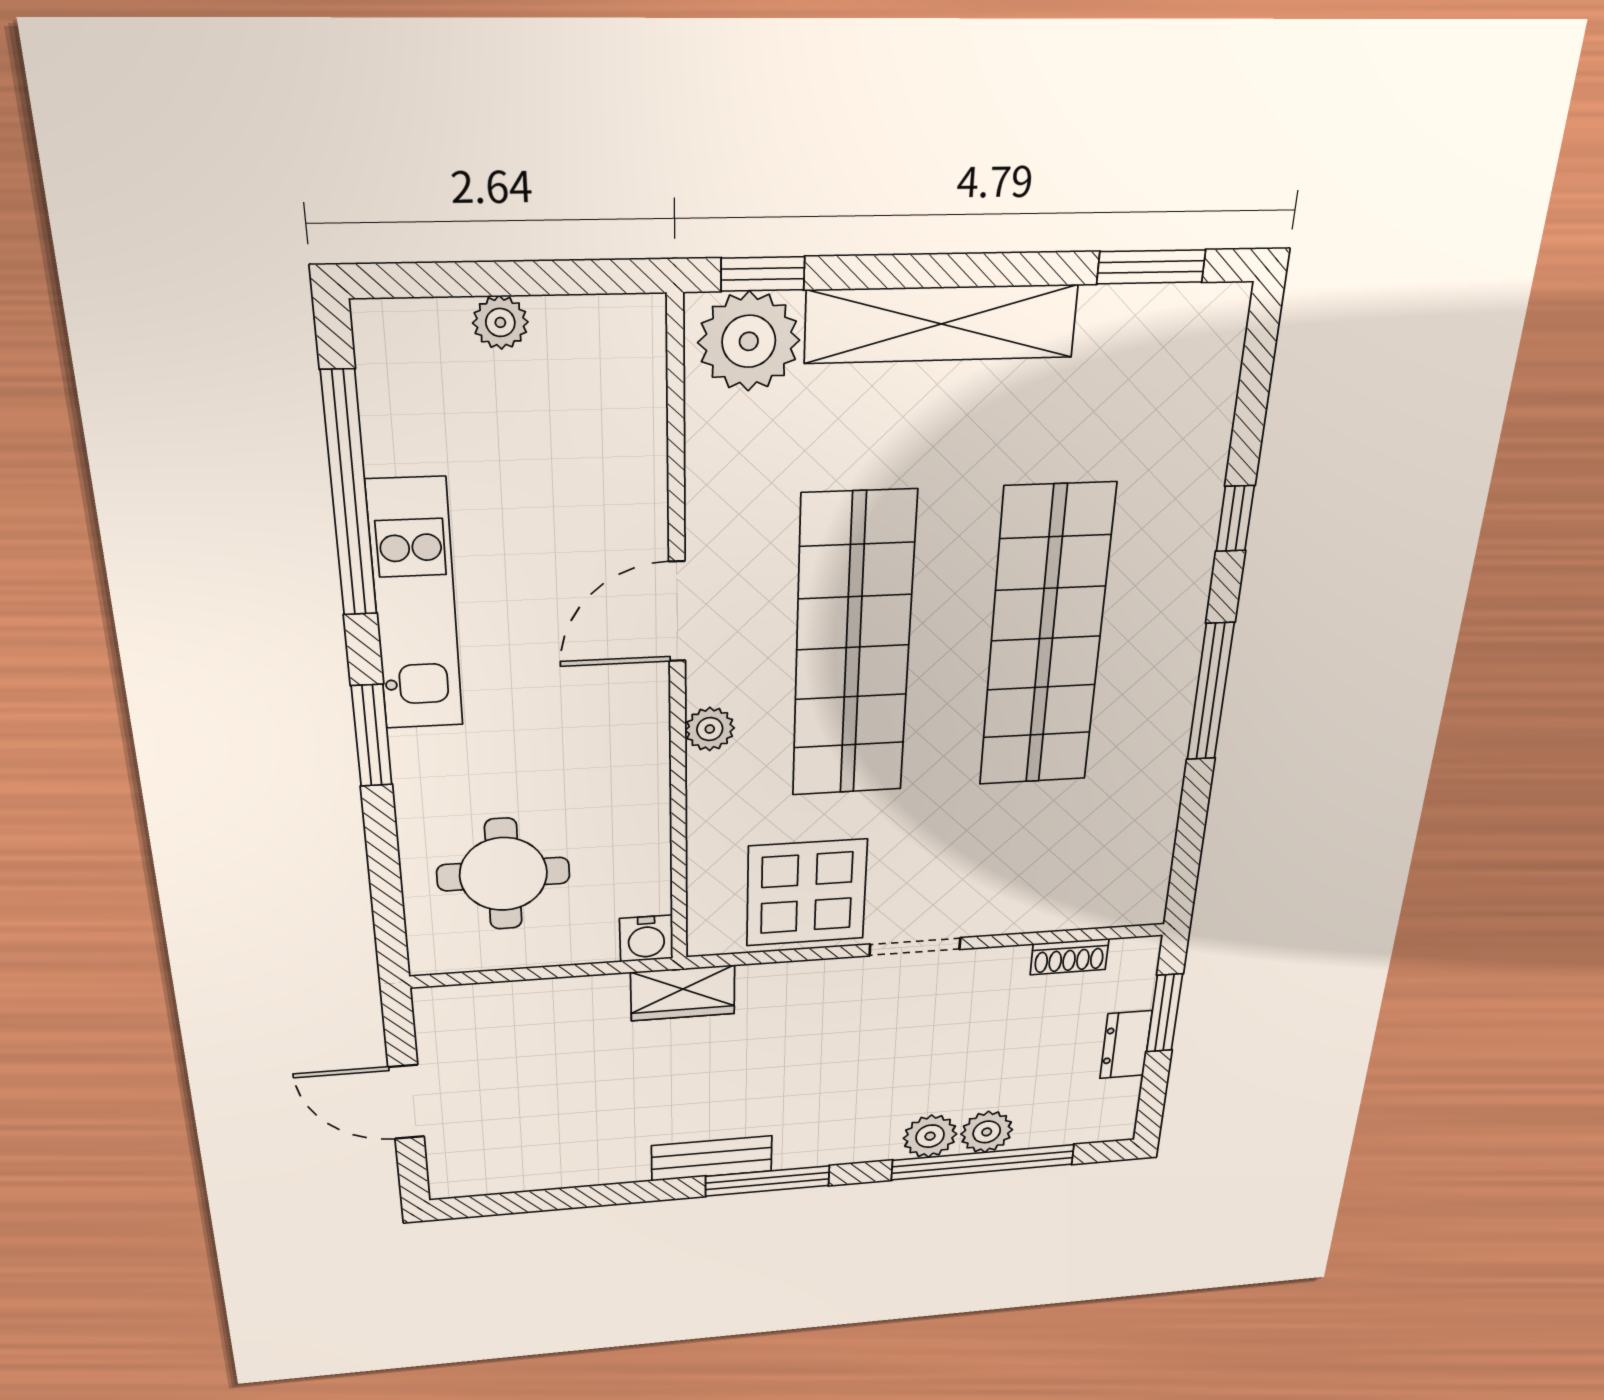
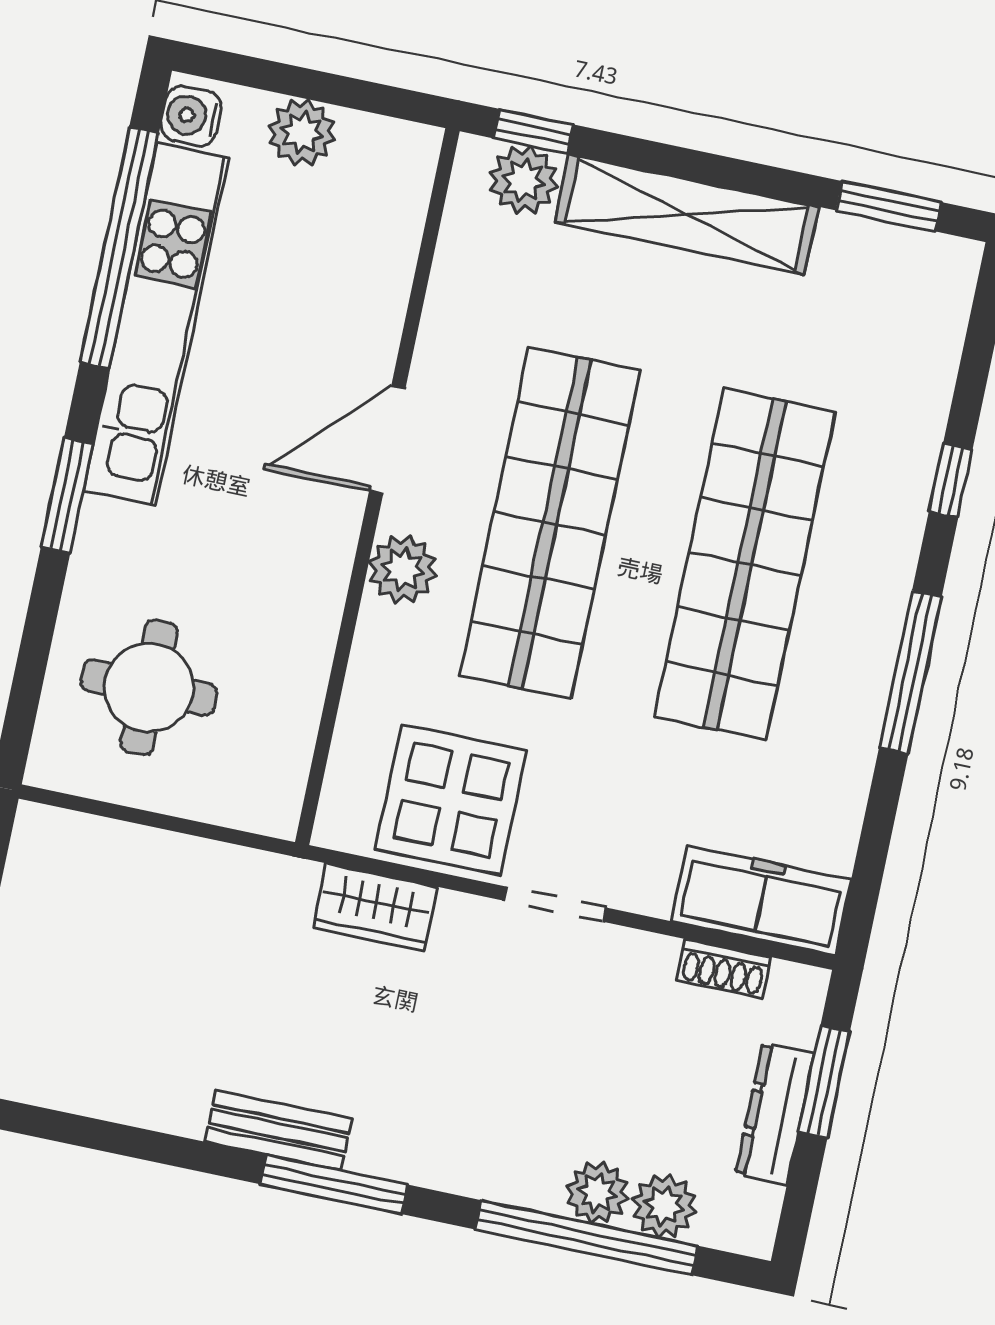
plant: (500, 322) -> (302, 132), width x1.38, depth x1.38
plant: (749, 341) -> (524, 180), width x0.73, depth x0.73
kitchen unit: (415, 606) -> (156, 324), width x1.36
plant: (710, 729) -> (403, 569), width x1.38, depth x1.38
freezer: (1096, 900) -> (761, 901), added
water cooler: (646, 938) -> (191, 116), moved, turned 90
wardrobe: (683, 993) -> (375, 907), moved
dresser: (1126, 1045) -> (775, 1114), width x1.44
plant: (930, 1136) -> (664, 1206), moved

